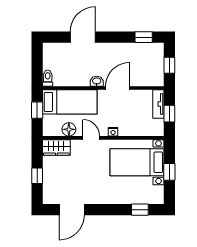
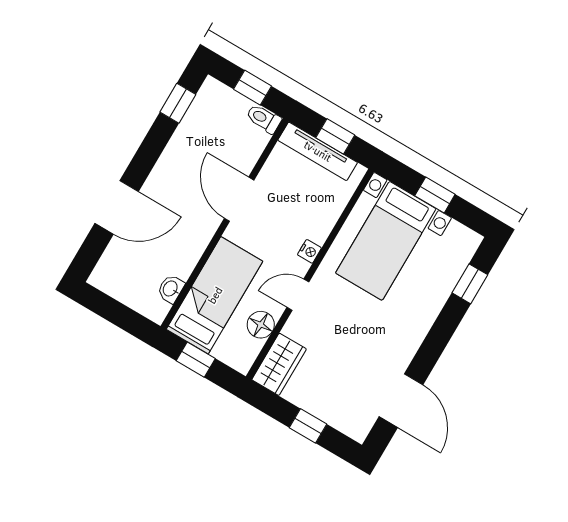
door: (83, 37) -> (117, 207), swing flipped
toilet: (48, 78) -> (264, 119), moved
washbasin: (97, 81) -> (171, 289), moved
tv unit: (158, 104) -> (318, 151), width x1.41

